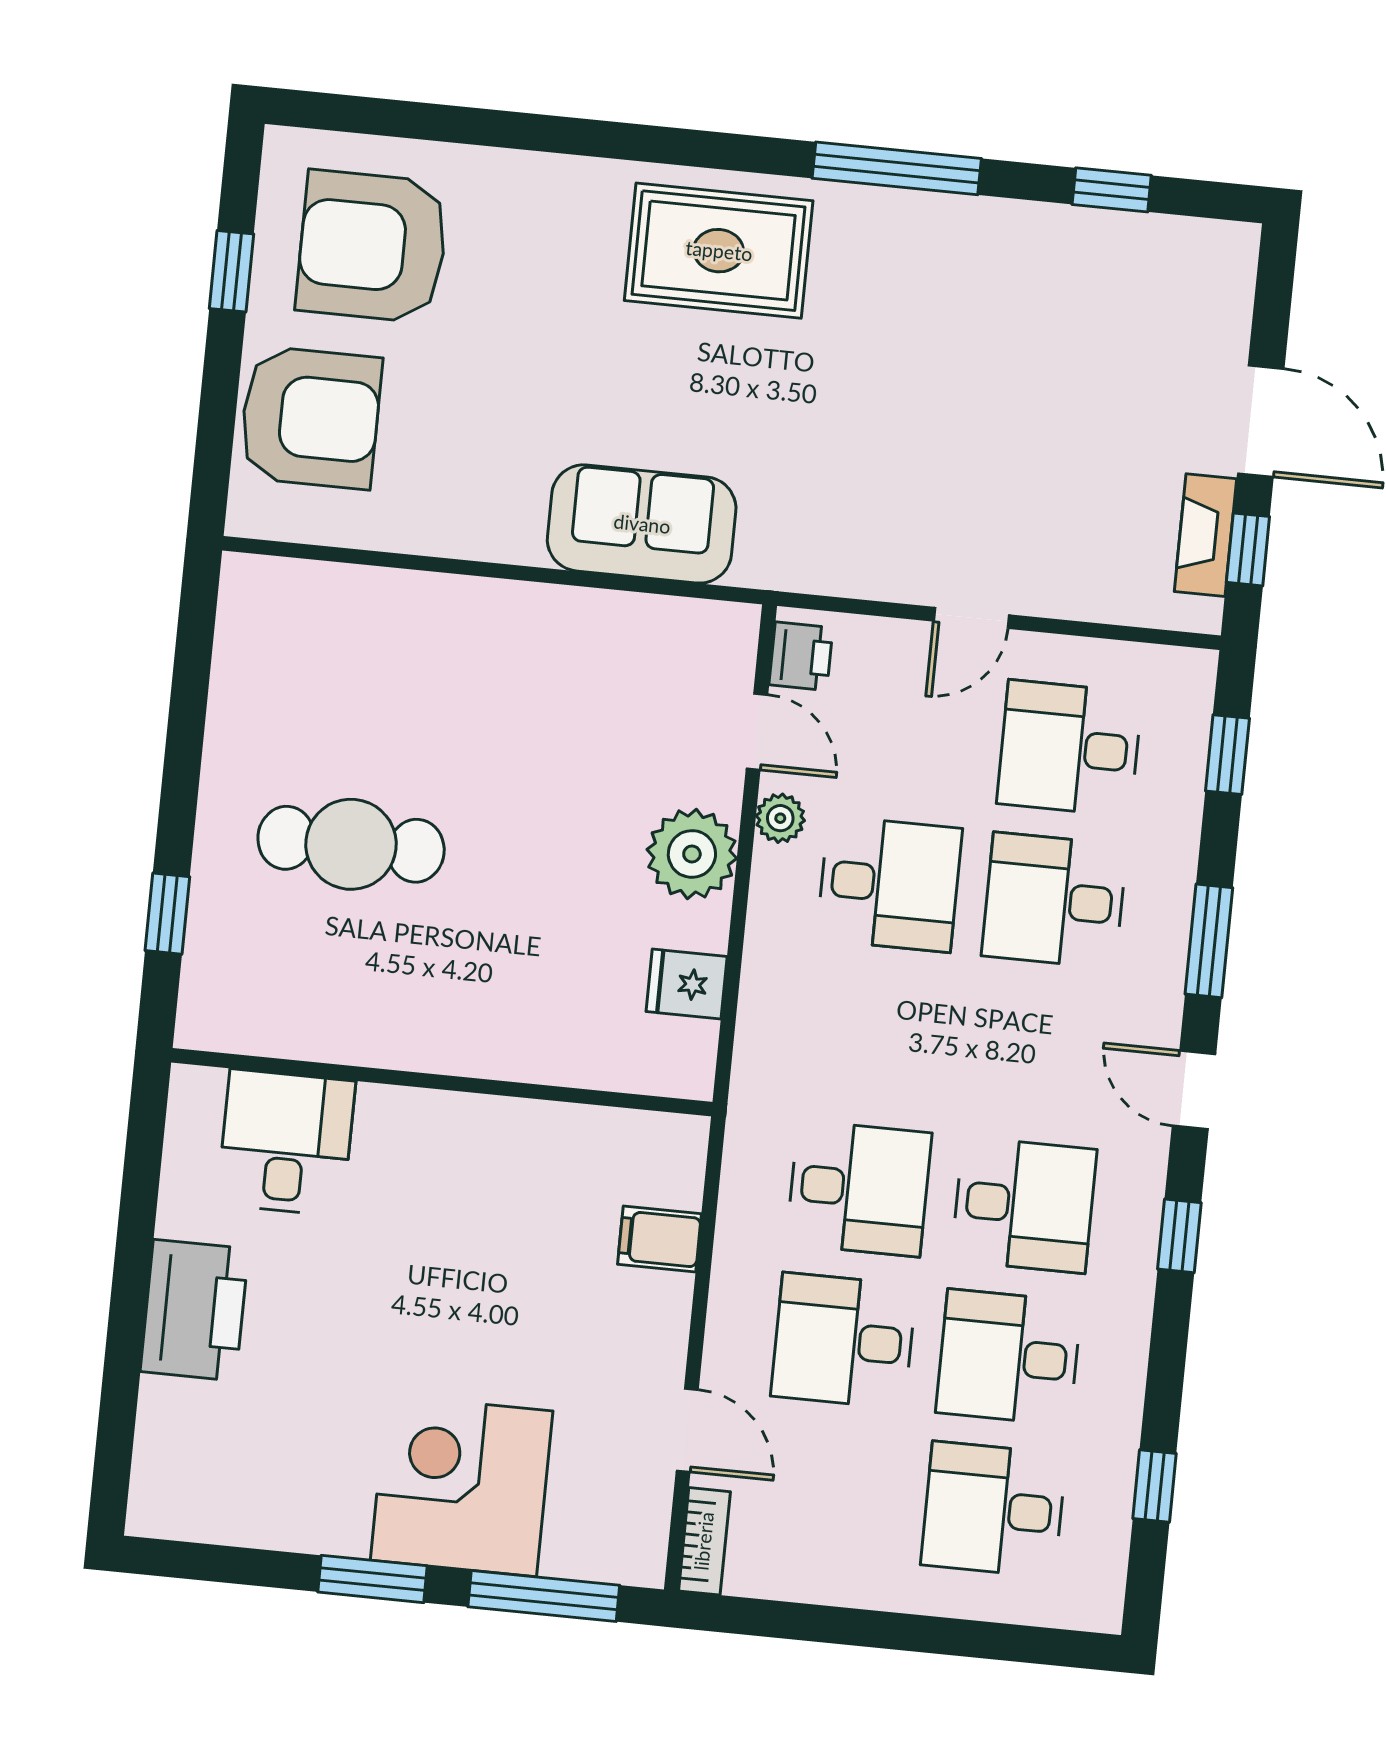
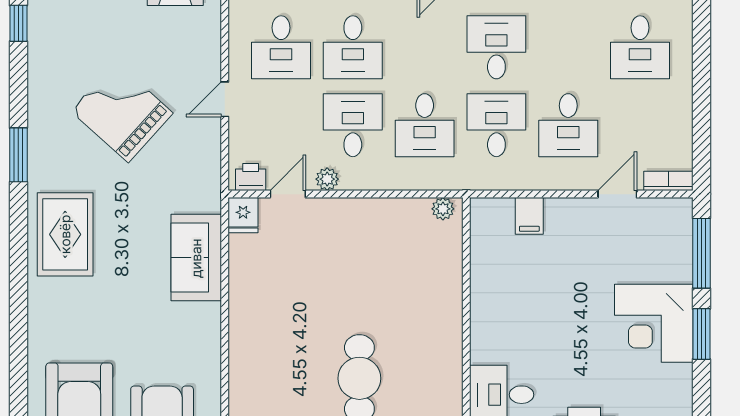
window: (897, 168) -> (18, 155), width x0.69
window: (1112, 190) -> (18, 23), moved
grand piano: (966, 397) -> (122, 112), added
door: (971, 618) -> (225, 99), swing flipped
plant: (692, 854) -> (443, 209), moved, width x0.53, depth x0.53
fridge: (687, 984) -> (243, 215), moved
desk: (1009, 1357) -> (425, 125), moved
corner desk: (462, 1486) -> (654, 323), moved

